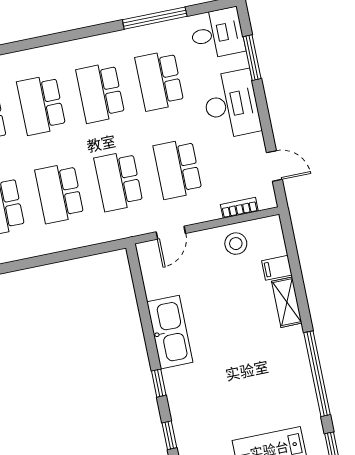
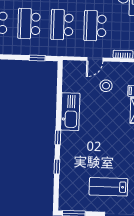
door: (171, 233) -> (95, 59), moved
stool: (236, 244) -> (106, 86), moved
window: (89, 251) -> (37, 58), added

